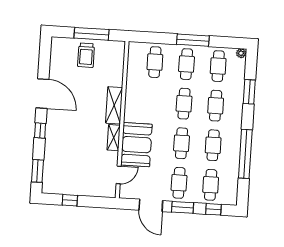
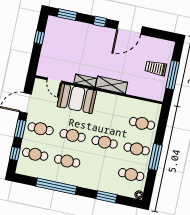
cafe table: (216, 106) -> (99, 168), removed

